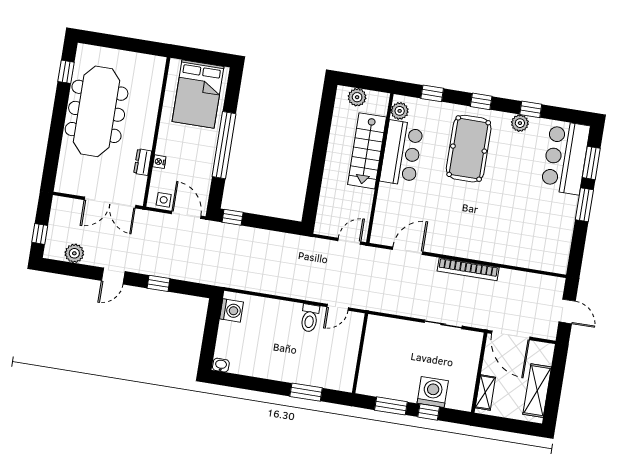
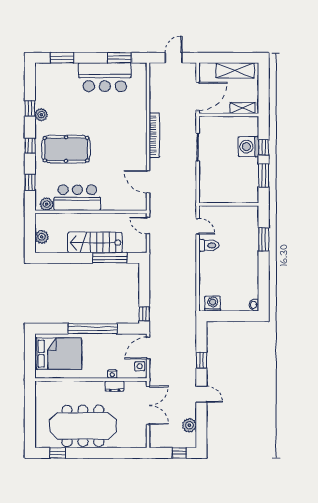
stairs: (367, 151) -> (95, 243), moved, turned 180
bar counter: (565, 157) -> (105, 77), moved
window: (315, 184) -> (110, 258), added
window: (584, 205) -> (119, 58), moved

